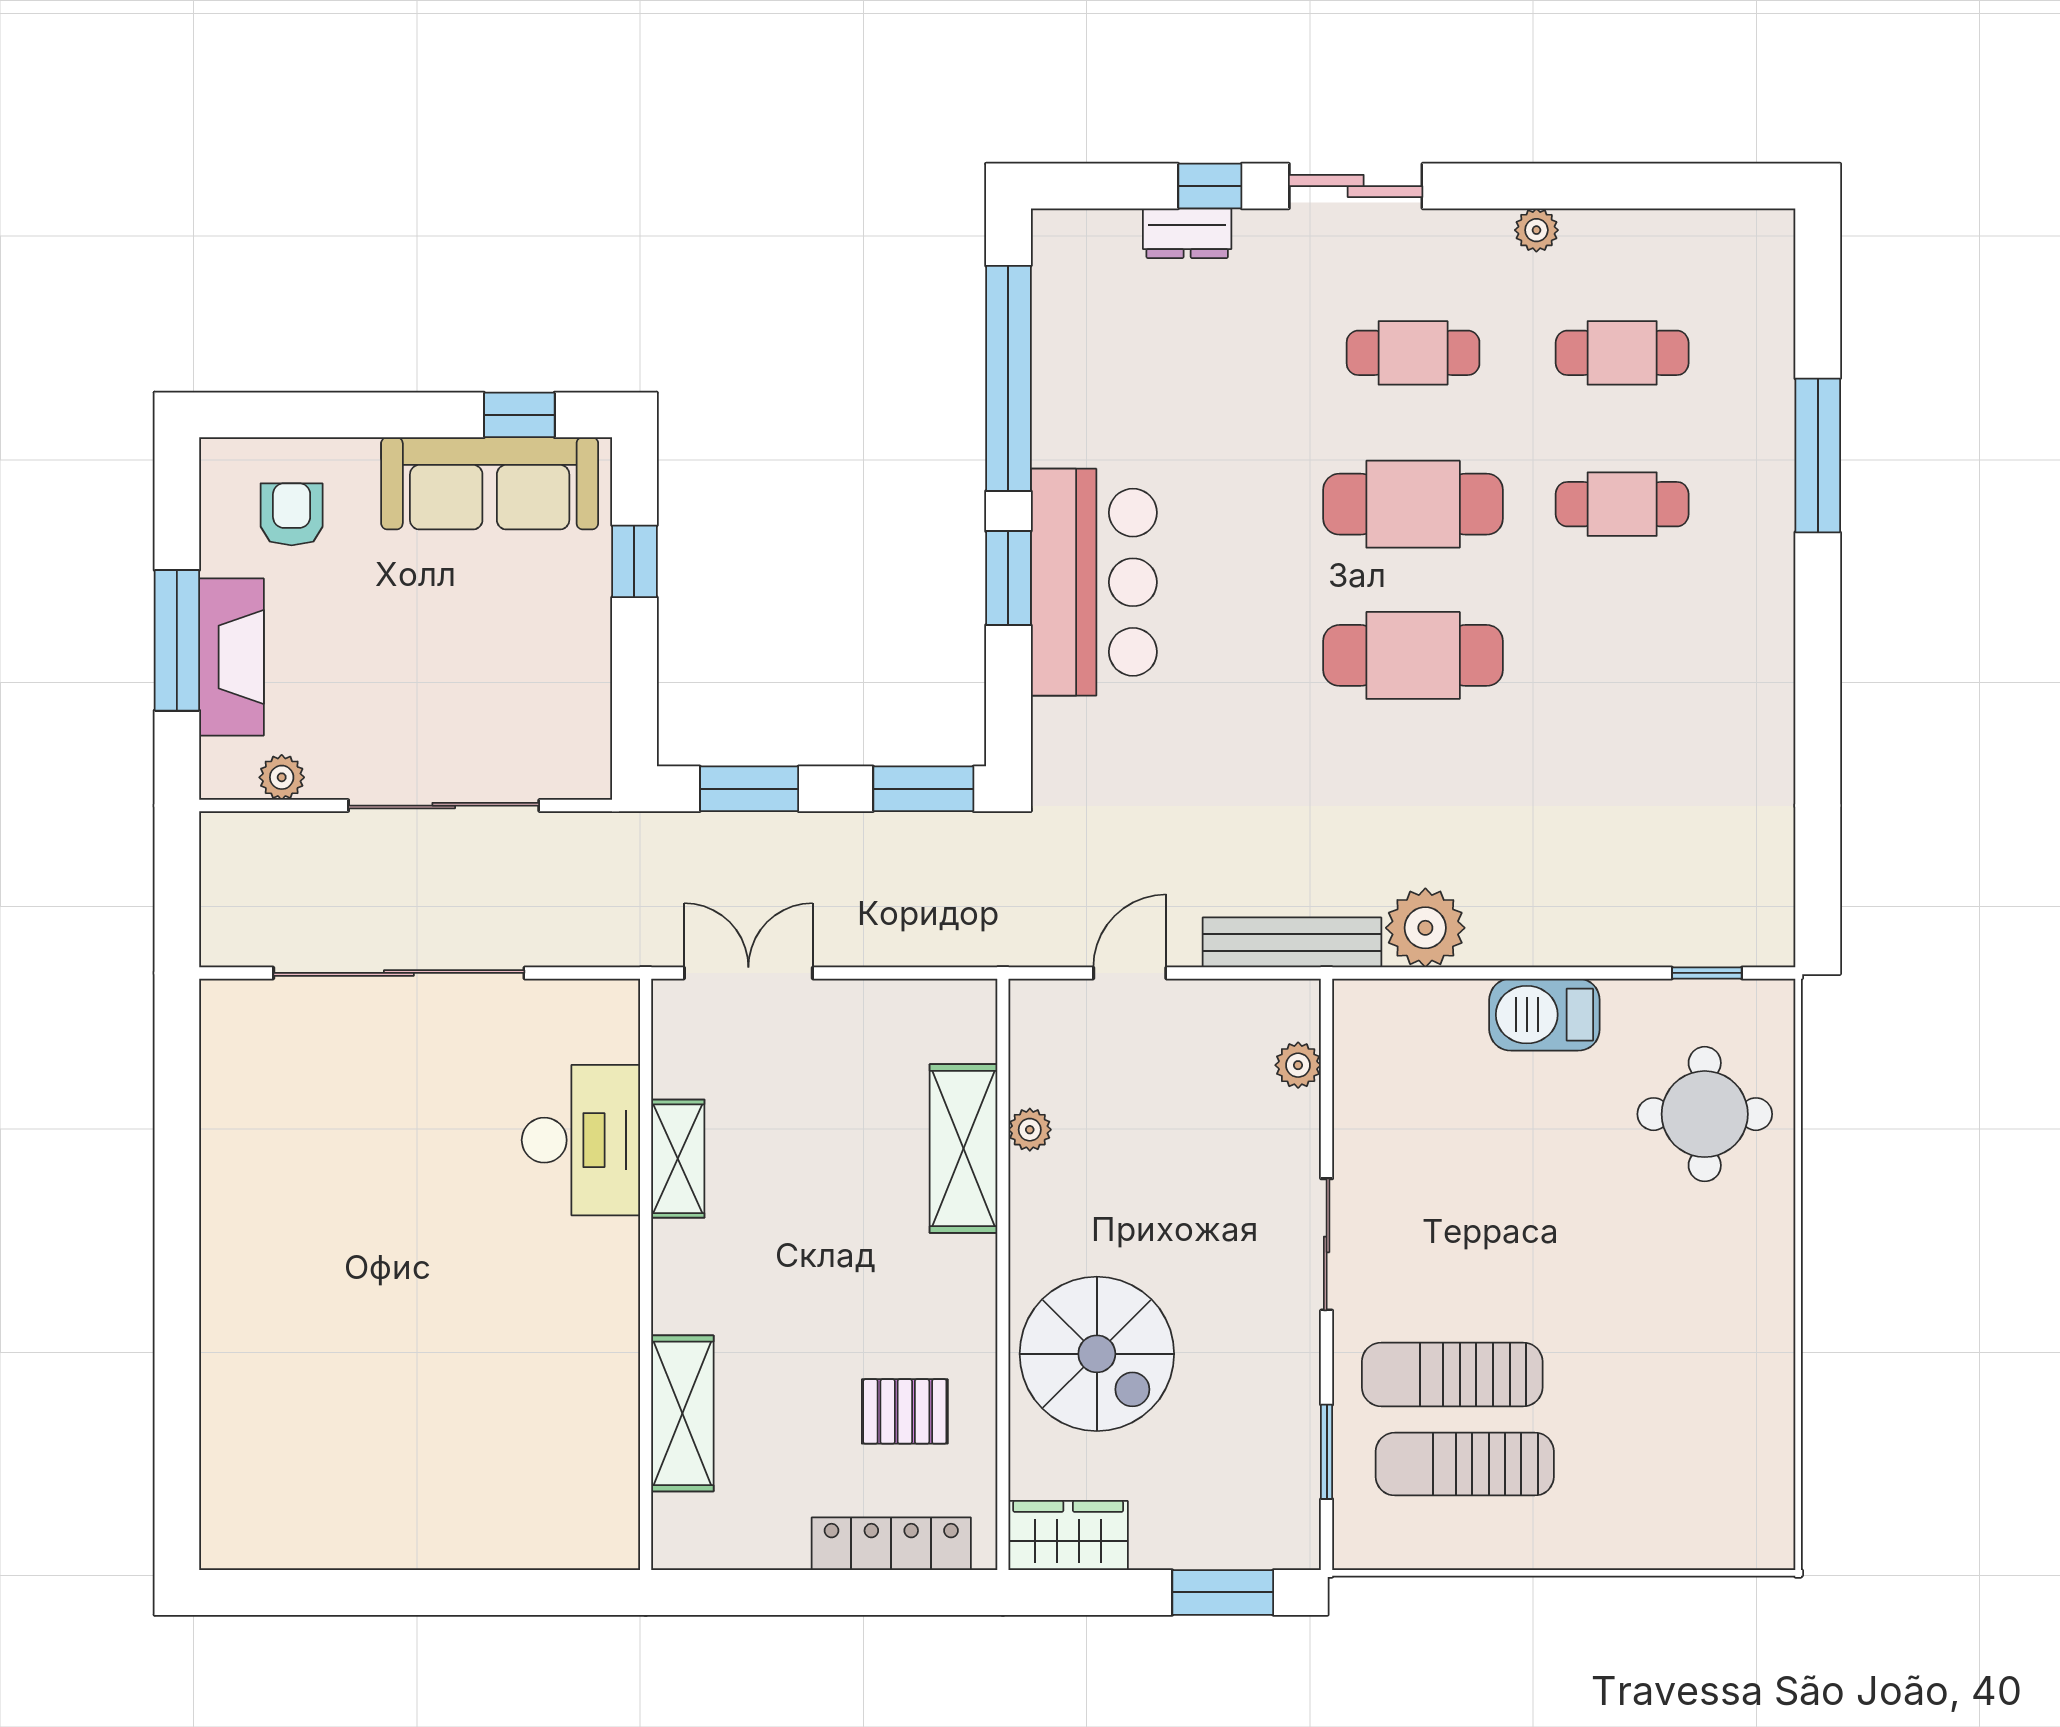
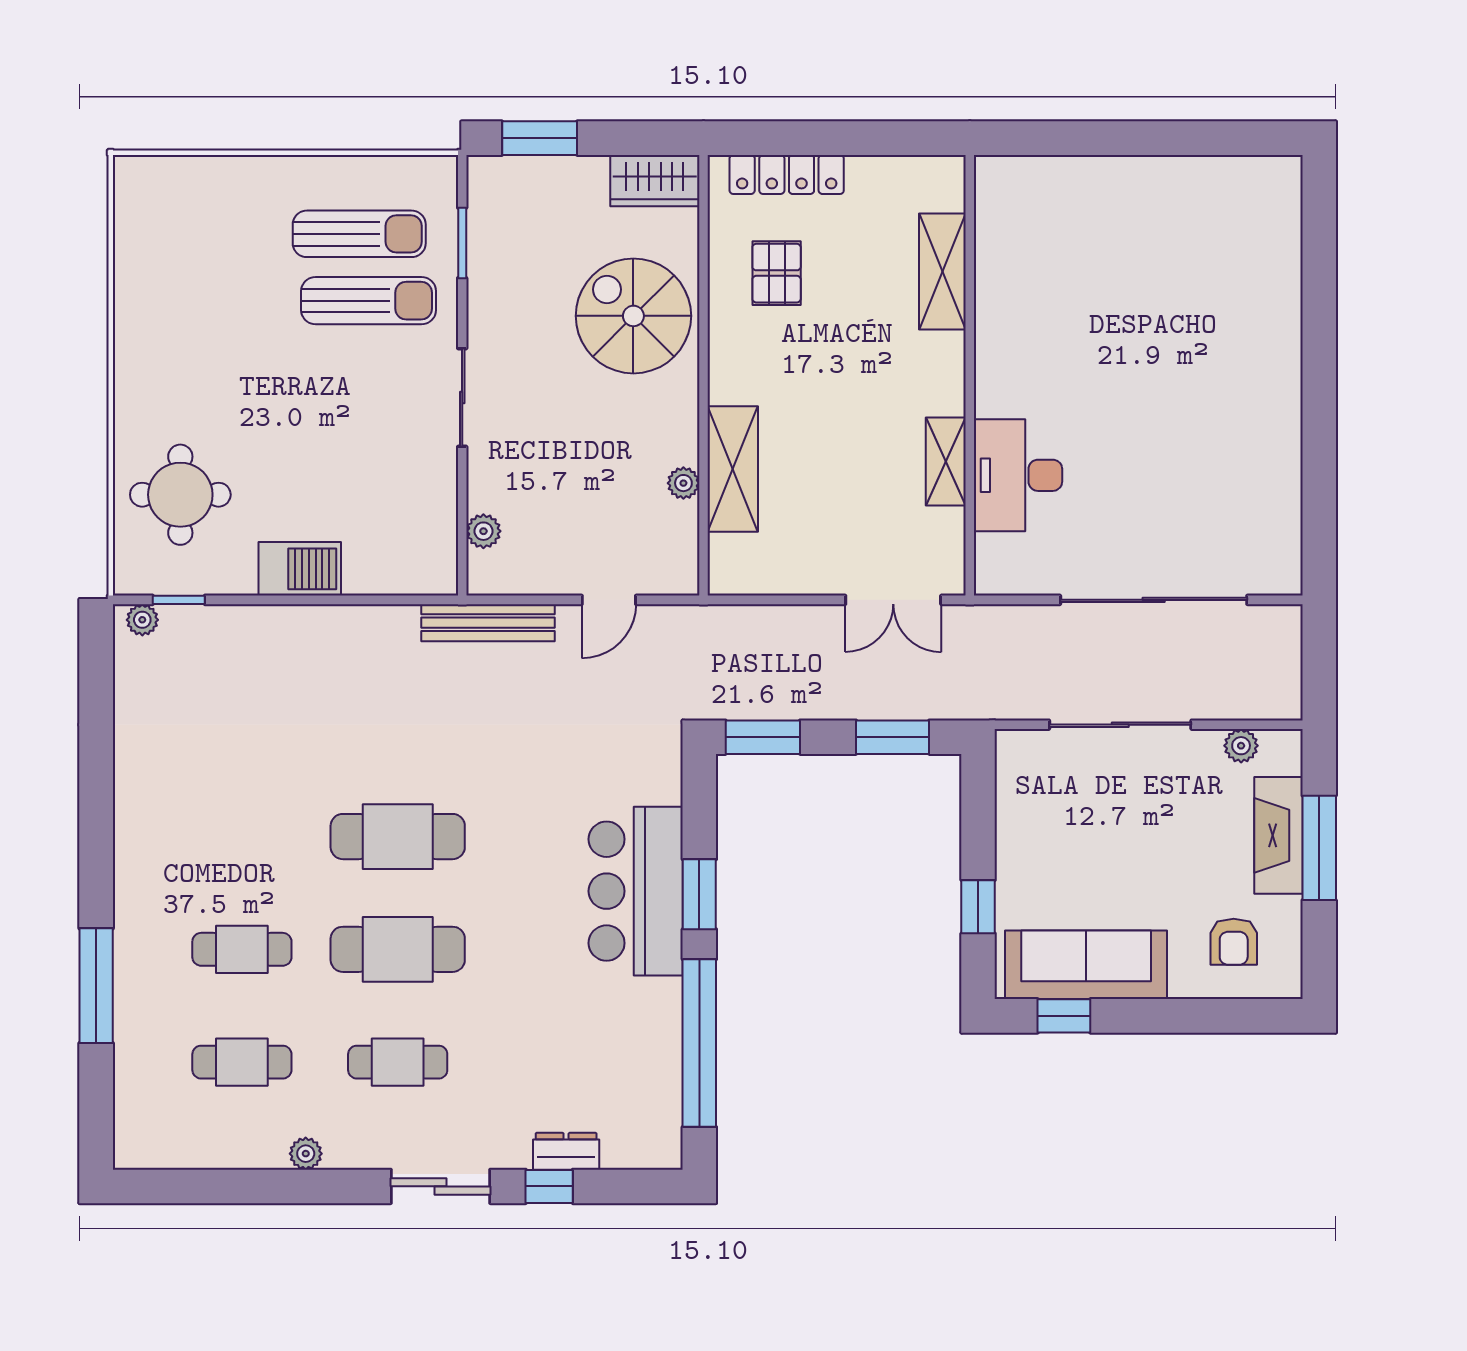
plant: (1425, 928) -> (142, 620), moved, width x0.53, depth x0.53
pallet: (905, 1411) -> (777, 273), turned 90

